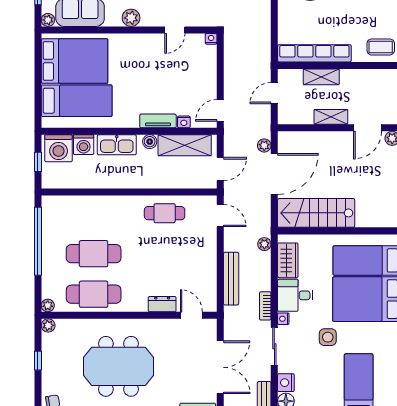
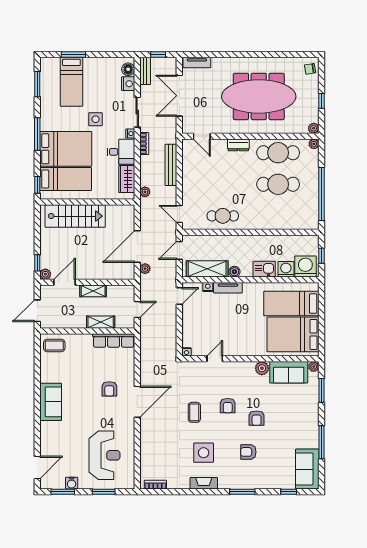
plant: (131, 18) -> (262, 368), moved
row of seats: (314, 53) -> (114, 341), width x0.73
kitchen sink: (117, 145) -> (264, 269), width x0.73
stairs: (316, 213) -> (75, 216), moved
dresser: (162, 304) -> (238, 145), moved
meeting table: (118, 366) -> (259, 96), width x1.36

